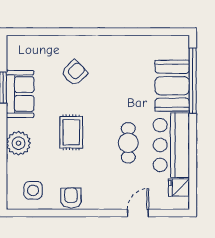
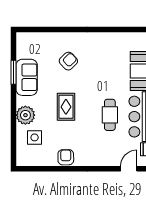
side table: (33, 190) -> (35, 137), moved
door: (138, 213) -> (129, 169), moved

